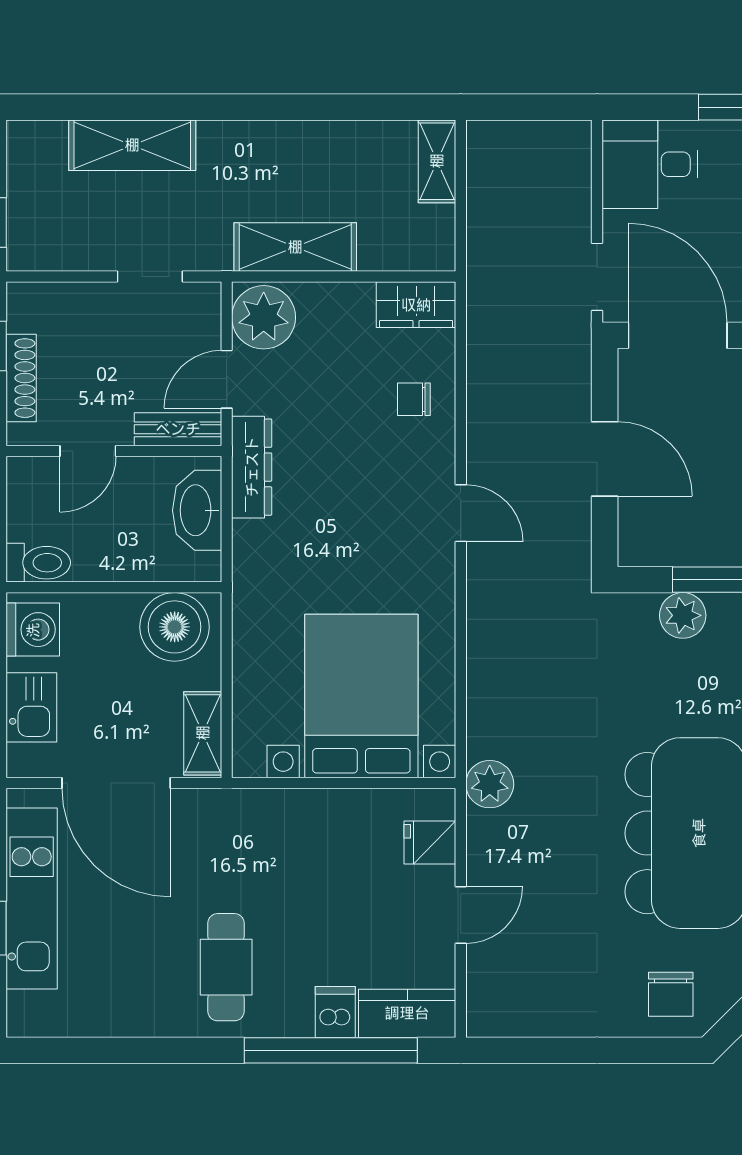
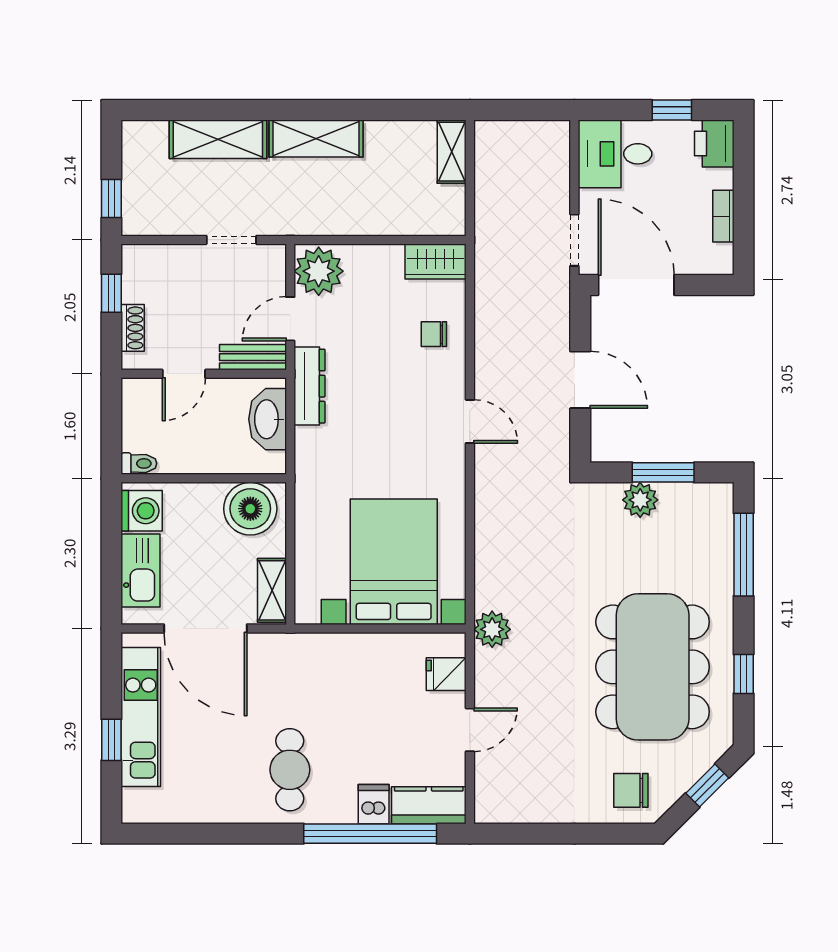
shelving: (295, 247) -> (316, 139), moved
shoe rack: (21, 378) -> (133, 328), width x0.70
toilet: (38, 563) -> (139, 463), width x0.73, depth x0.72
kitchen sink: (31, 707) -> (140, 570), width x1.38
chair: (671, 994) -> (631, 790), turned 90

